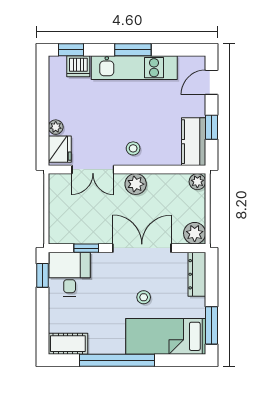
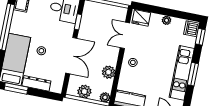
dishwasher: (78, 66) -> (191, 29), moved
plant: (56, 127) -> (167, 20), moved
plant: (136, 184) -> (108, 72), moved
plant: (195, 233) -> (84, 92), moved
dresser: (197, 274) -> (36, 83), moved

